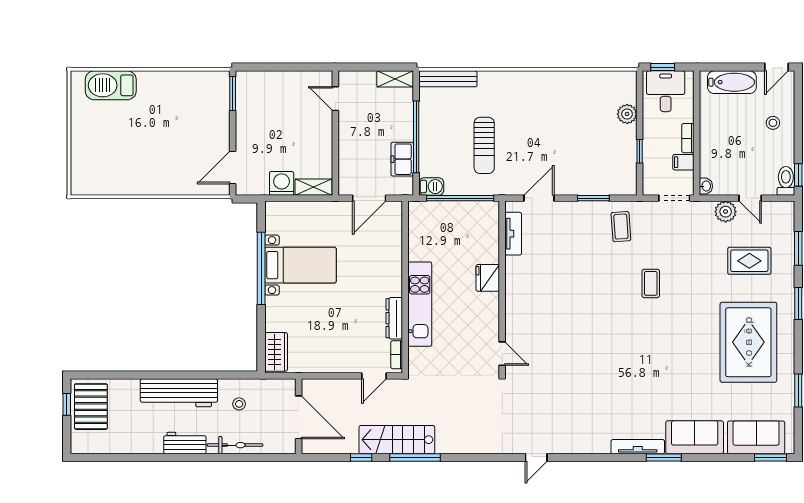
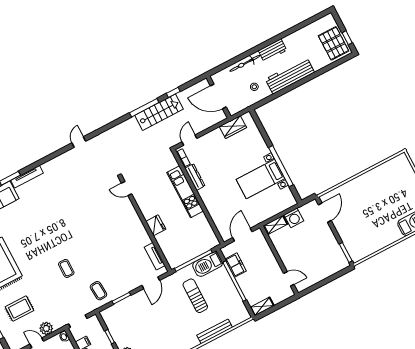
bench: (448, 79) -> (215, 331), moved
barbecue: (431, 187) -> (208, 264), width x1.88, depth x1.53
wardrobe: (276, 352) -> (233, 127), moved, turned -90

